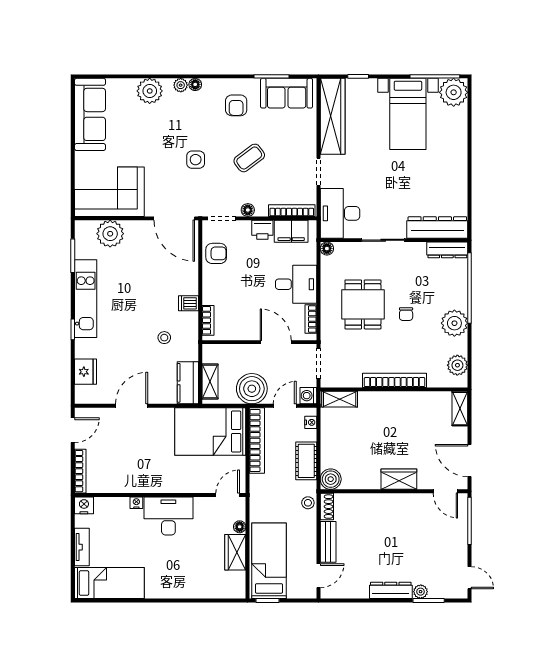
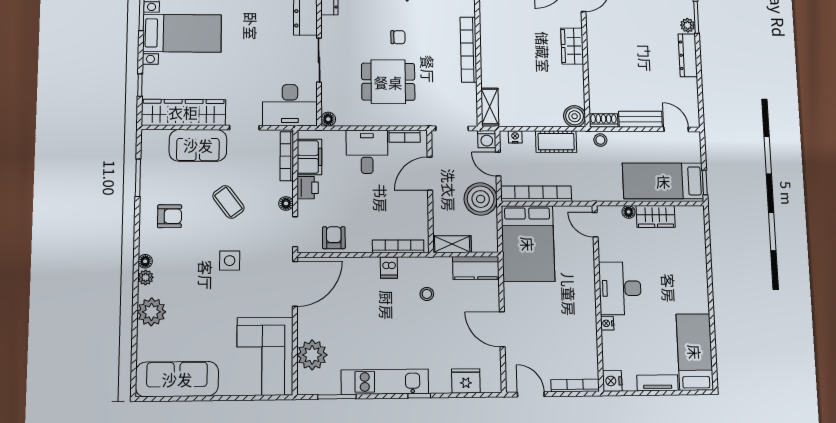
sofa: (287, 93) -> (198, 145), moved, turned 90
bookcase: (208, 320) -> (398, 246), width x1.56
shelving: (210, 382) -> (452, 244), moved

